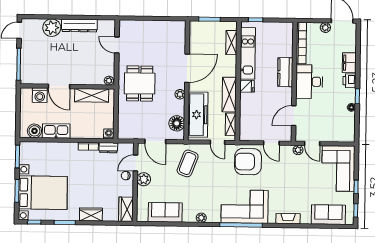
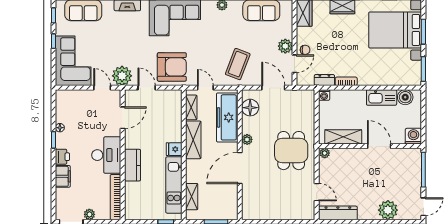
dresser: (79, 25) -> (338, 213), moved
washing machine: (40, 95) -> (413, 136), moved
plant: (298, 150) -> (122, 76), width x1.88, depth x1.88

